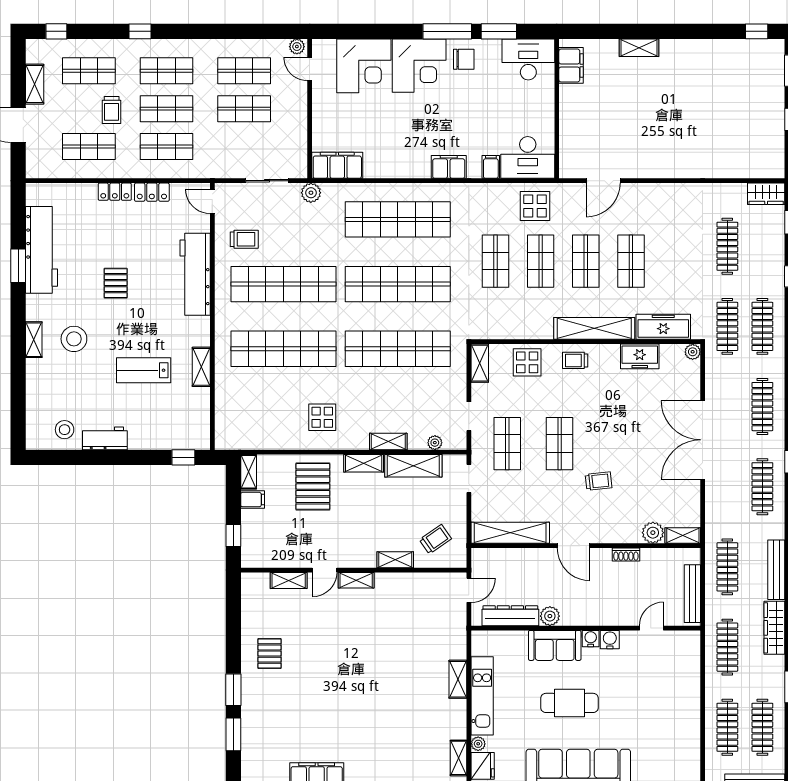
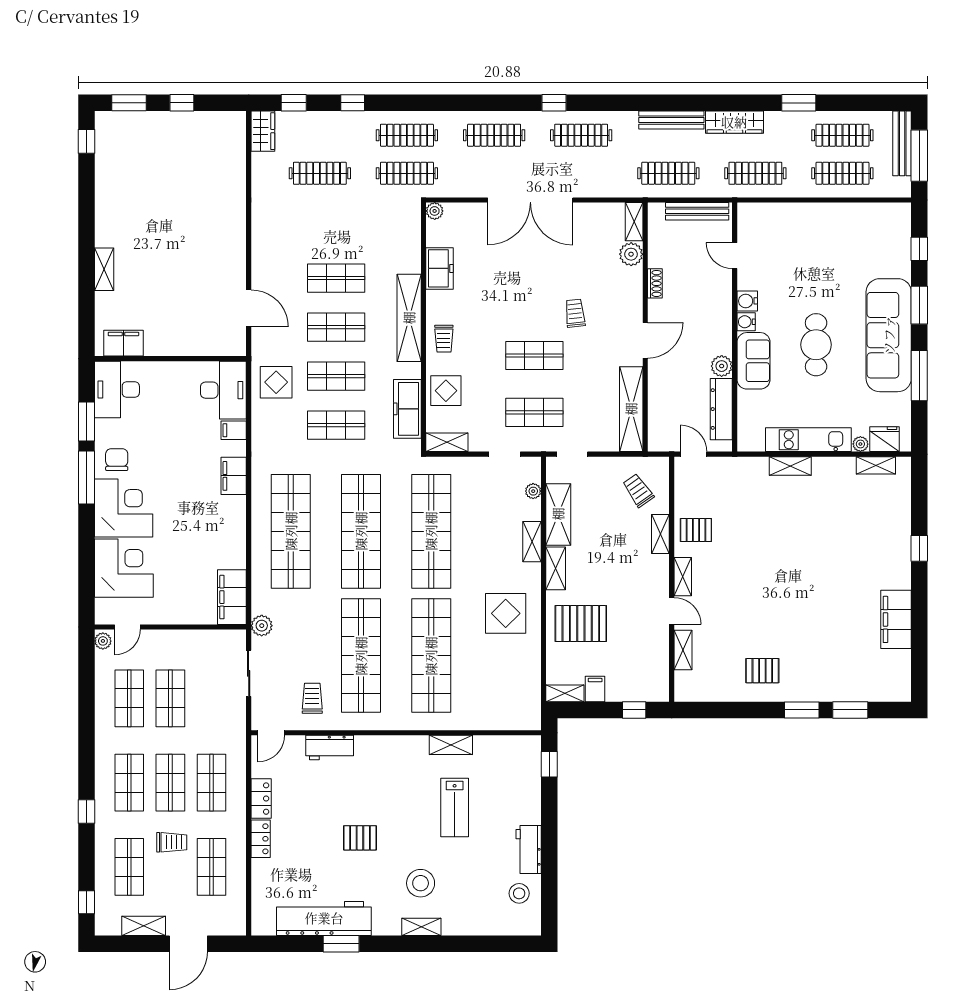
workbench: (195, 274) -> (330, 747), width x0.53, depth x0.76
freezer: (663, 327) -> (407, 409), moved
display table: (322, 417) -> (506, 613), width x1.36, depth x1.36
pallet: (399, 592) -> (696, 530), added

